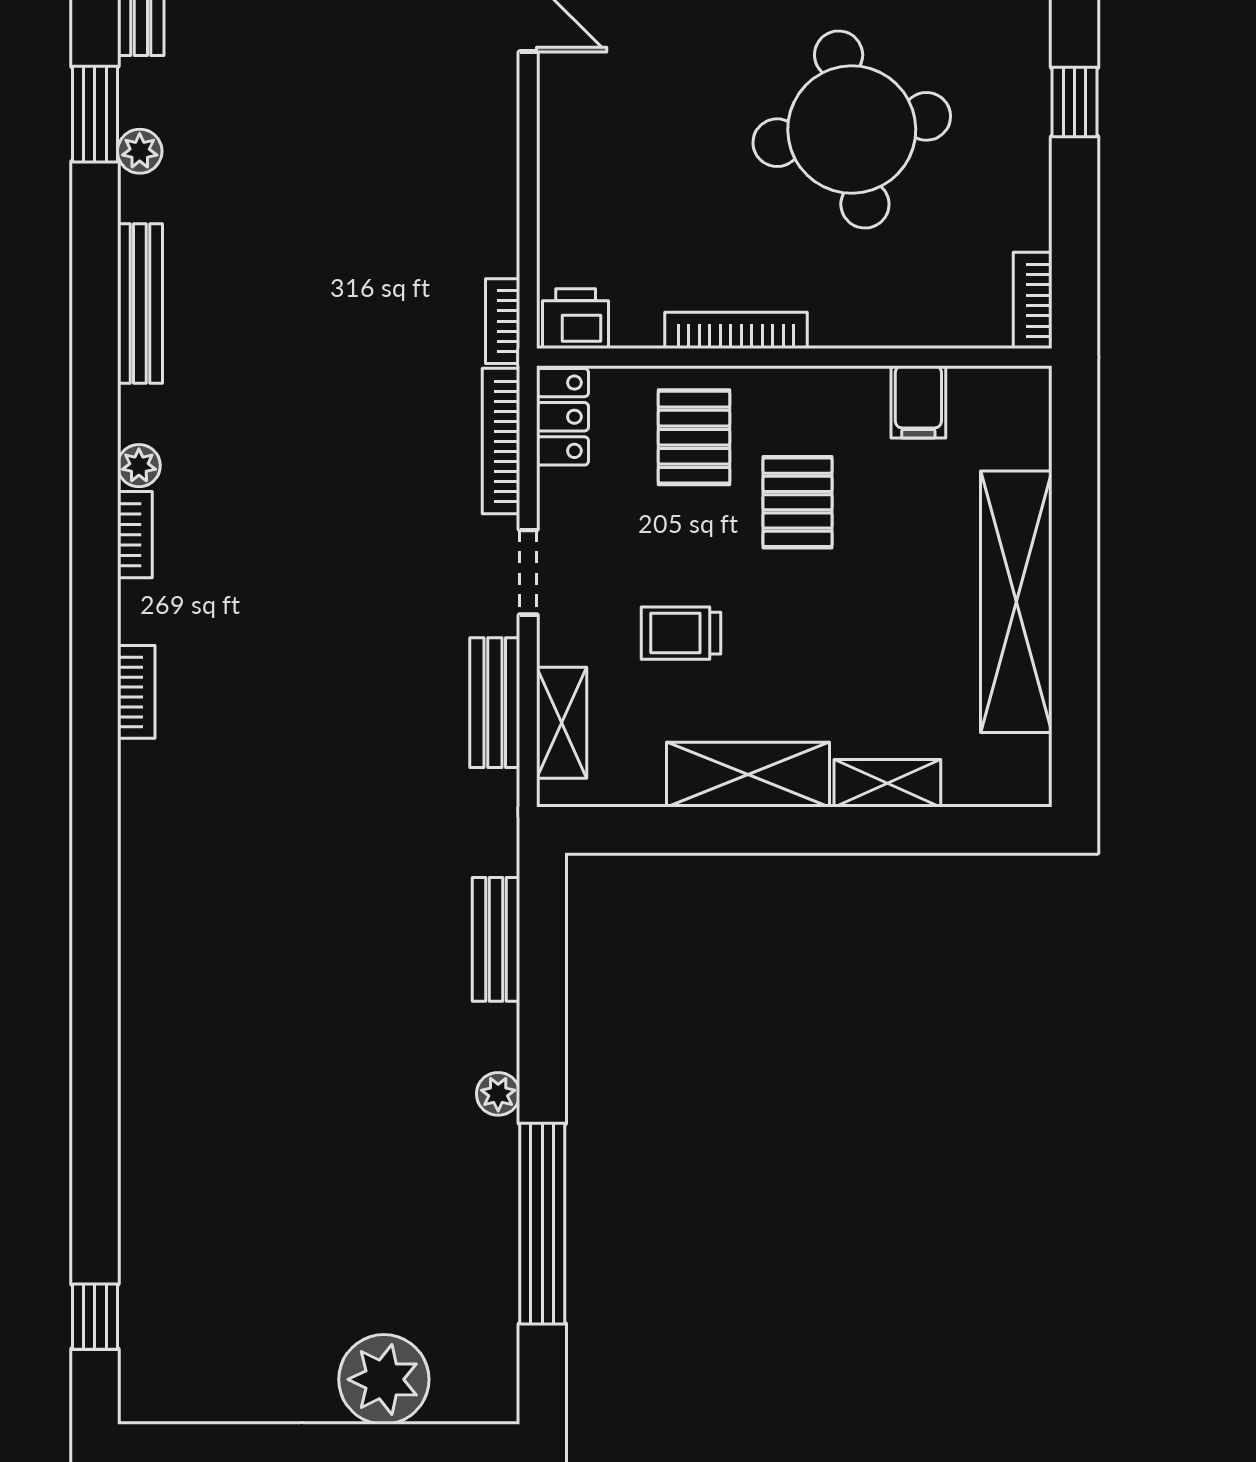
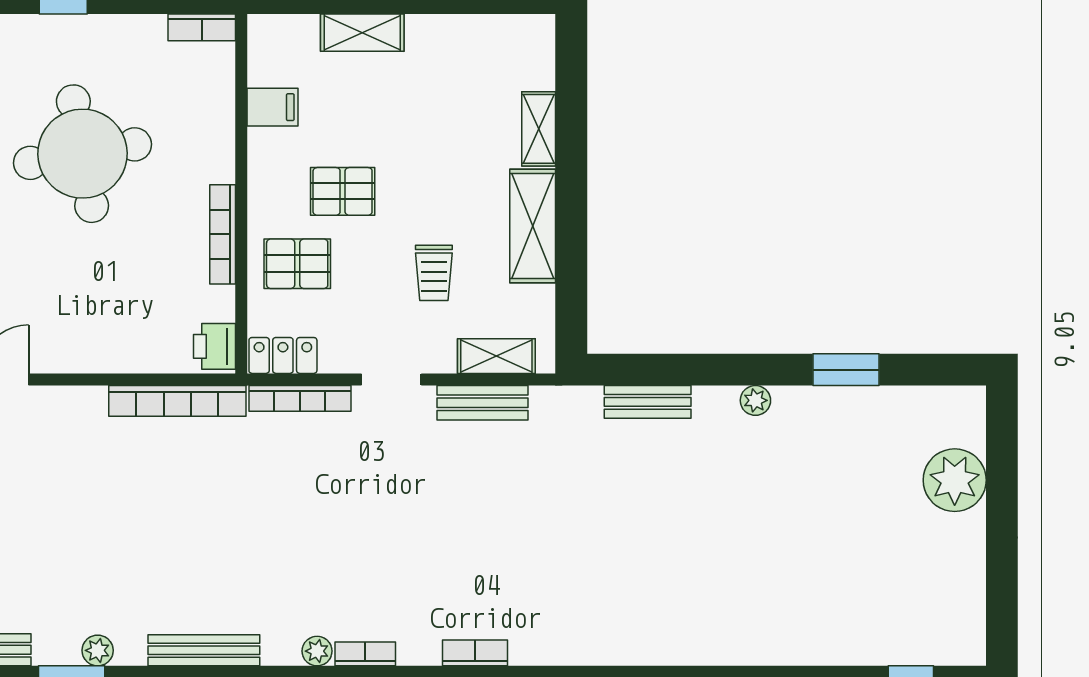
bookcase: (503, 321) -> (177, 401), width x2.31, depth x1.31
shelving: (1016, 602) -> (362, 33), width x0.45, depth x0.75
window: (542, 1224) -> (846, 370), width x0.47

